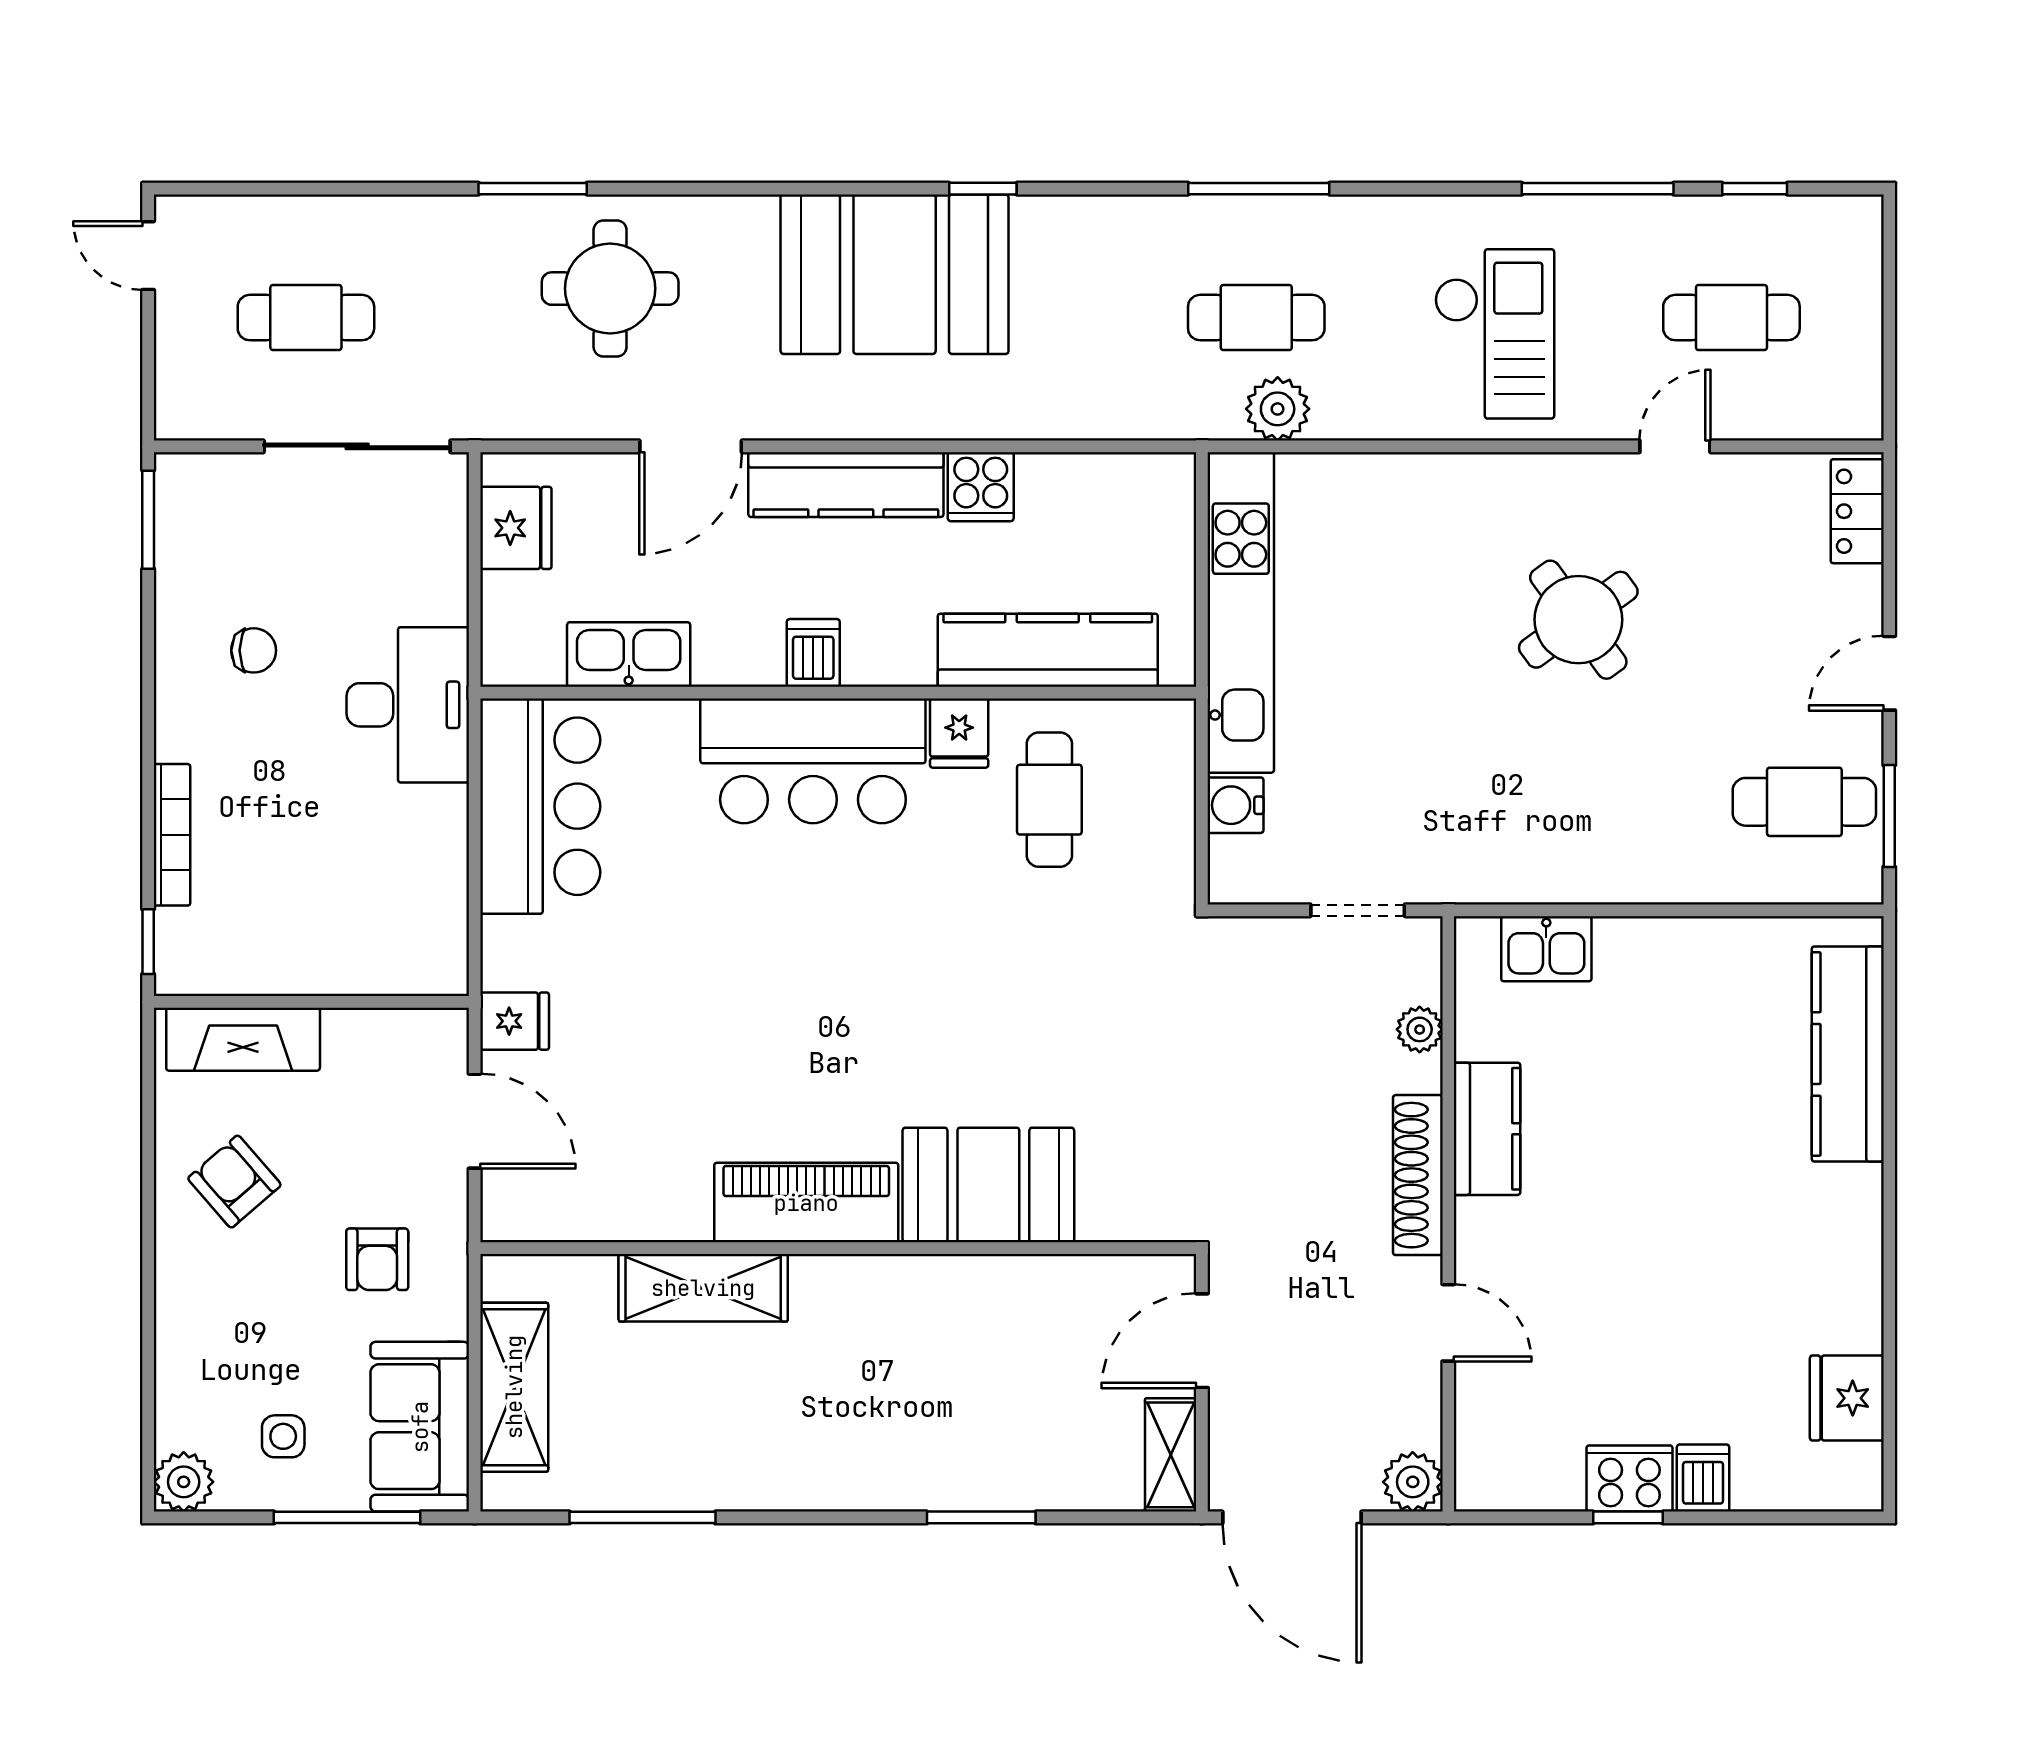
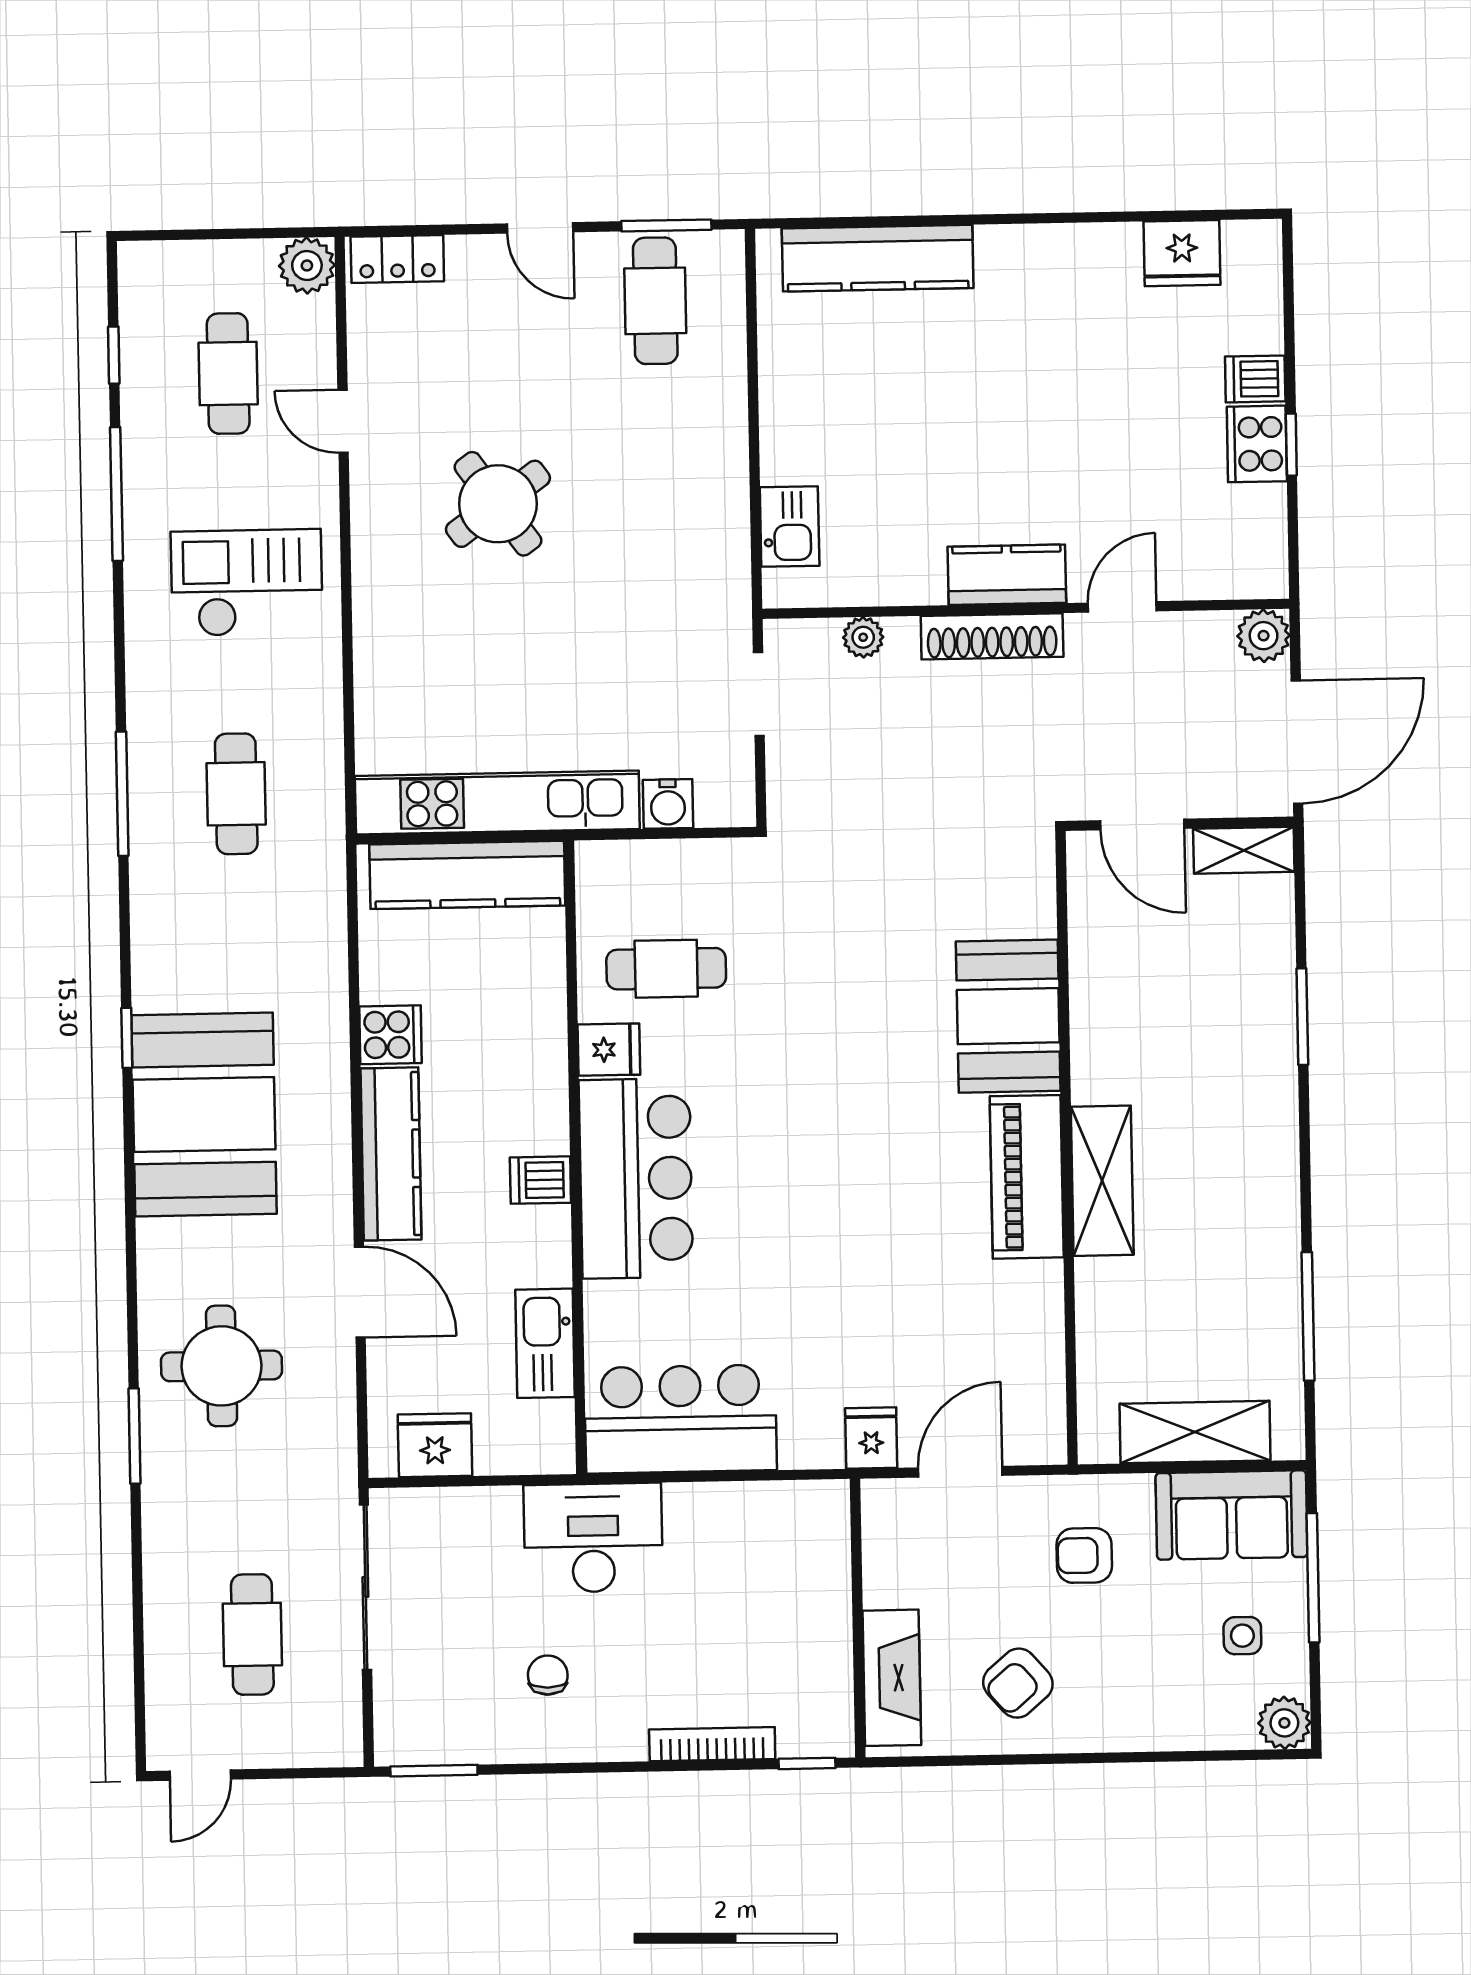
plant: (1278, 409) -> (307, 265), moved
kitchen counter: (1048, 650) -> (467, 875), moved, turned -90
kitchen counter: (1487, 1129) -> (1007, 575), moved
armchair: (377, 1259) -> (1084, 1555), turned 180
shelving: (703, 1288) -> (1102, 1181), moved

